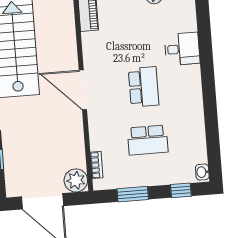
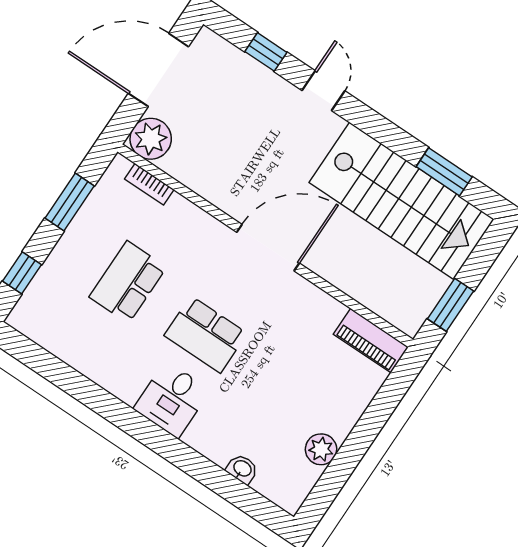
desk: (182, 49) -> (172, 399), moved
washbasin: (202, 172) -> (242, 469), moved

